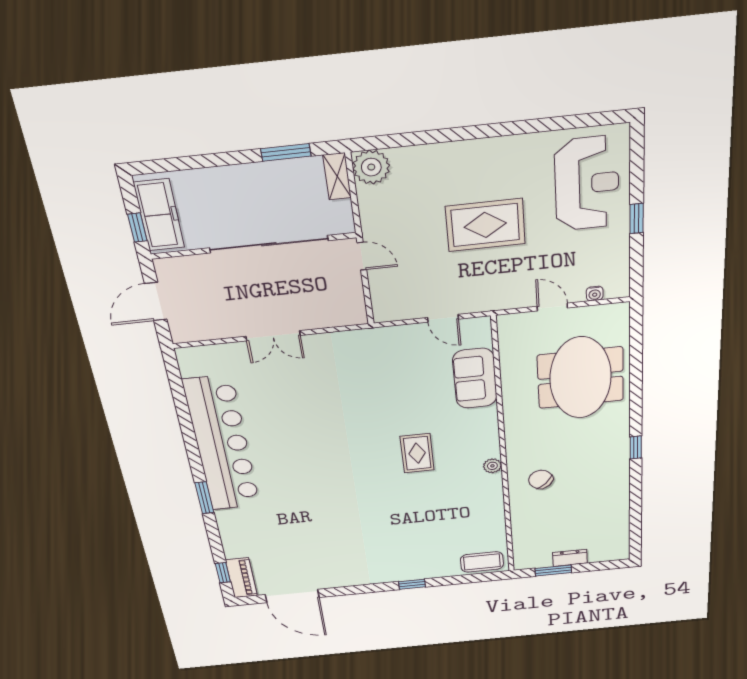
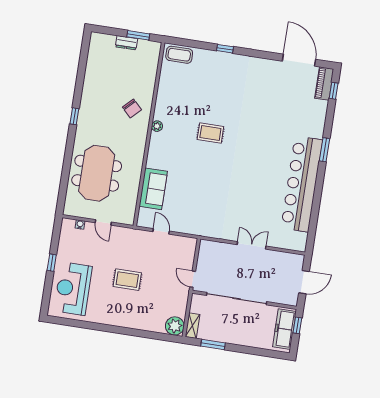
rug: (485, 225) -> (127, 280), width x0.73, depth x0.70
rug: (417, 453) -> (210, 133), moved, turned 90

